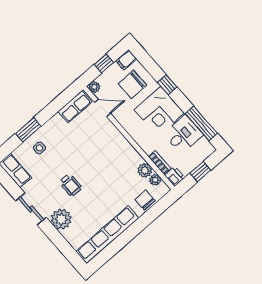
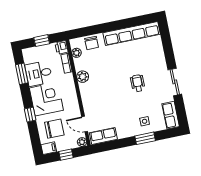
window: (201, 124) -> (22, 74), width x0.69
plant: (145, 170) -> (83, 77), moved
plant: (61, 219) -> (158, 63), removed

